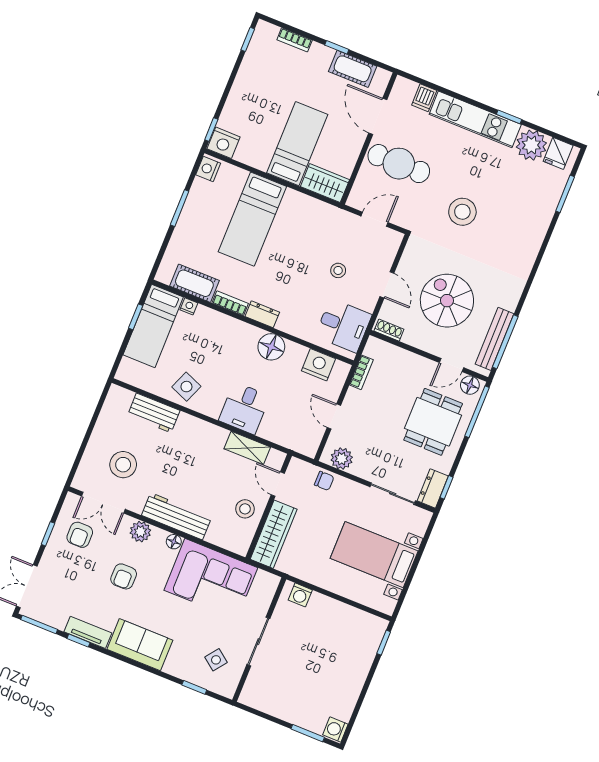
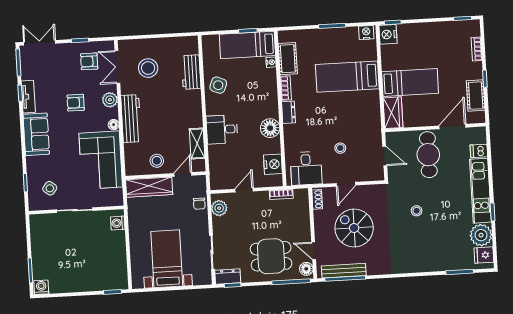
stool: (462, 212) -> (417, 211), width x0.53, depth x0.53
spiral stairs: (447, 301) -> (354, 228), turned -90

